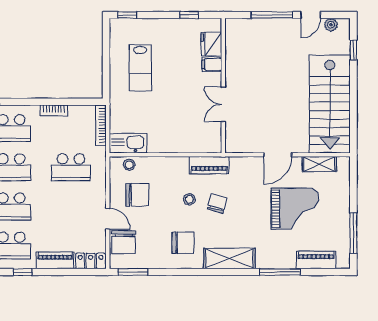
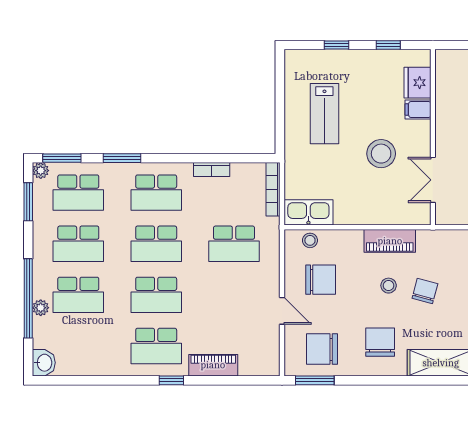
window: (127, 15) -> (337, 45), moved
stool: (184, 98) -> (381, 154), added
double door: (223, 104) -> (433, 180), moved
piano: (209, 165) -> (390, 241), moved
chair: (124, 242) -> (322, 349), moved, turned 90
chair: (183, 243) -> (380, 342), turned -90
locker: (91, 261) -> (260, 366), removed

